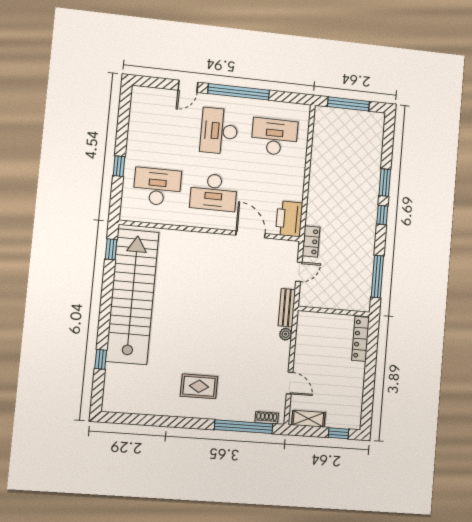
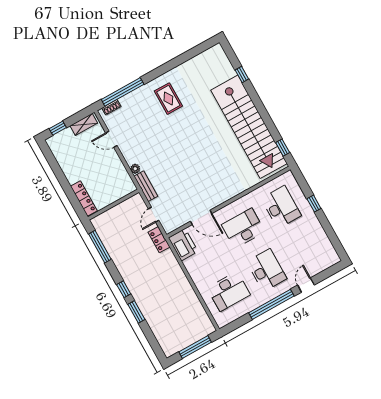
desk: (157, 187) -> (281, 207), turned -90
rug: (199, 386) -> (168, 99), turned 90

